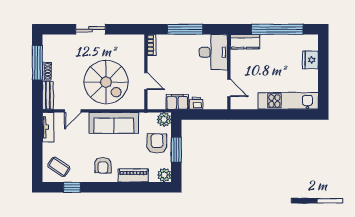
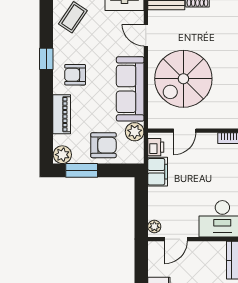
printer: (196, 103) -> (156, 147), moved
plant: (219, 104) -> (154, 227), added
plant: (164, 119) -> (135, 132), moved
window: (176, 150) -> (82, 170), moved
window: (72, 187) -> (46, 59), moved

